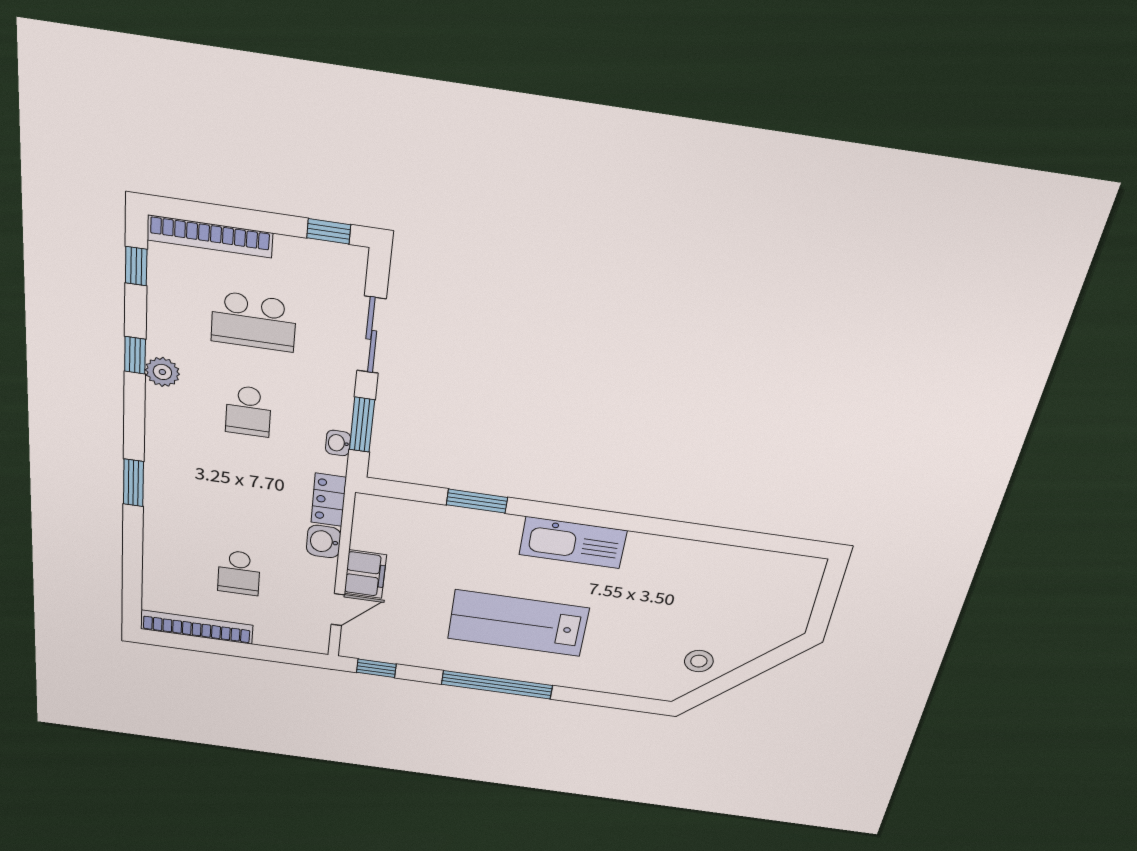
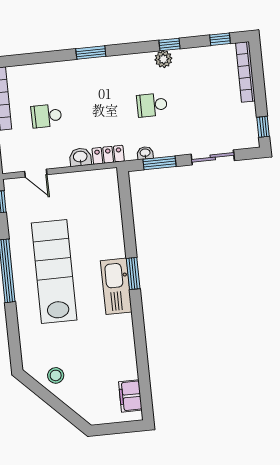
school desk: (254, 322) -> (205, 100), removed
window: (477, 501) -> (133, 273), moved
filing cabinet: (365, 574) -> (130, 396), moved, turned 90
lab bench: (518, 623) -> (54, 271), width x1.36

